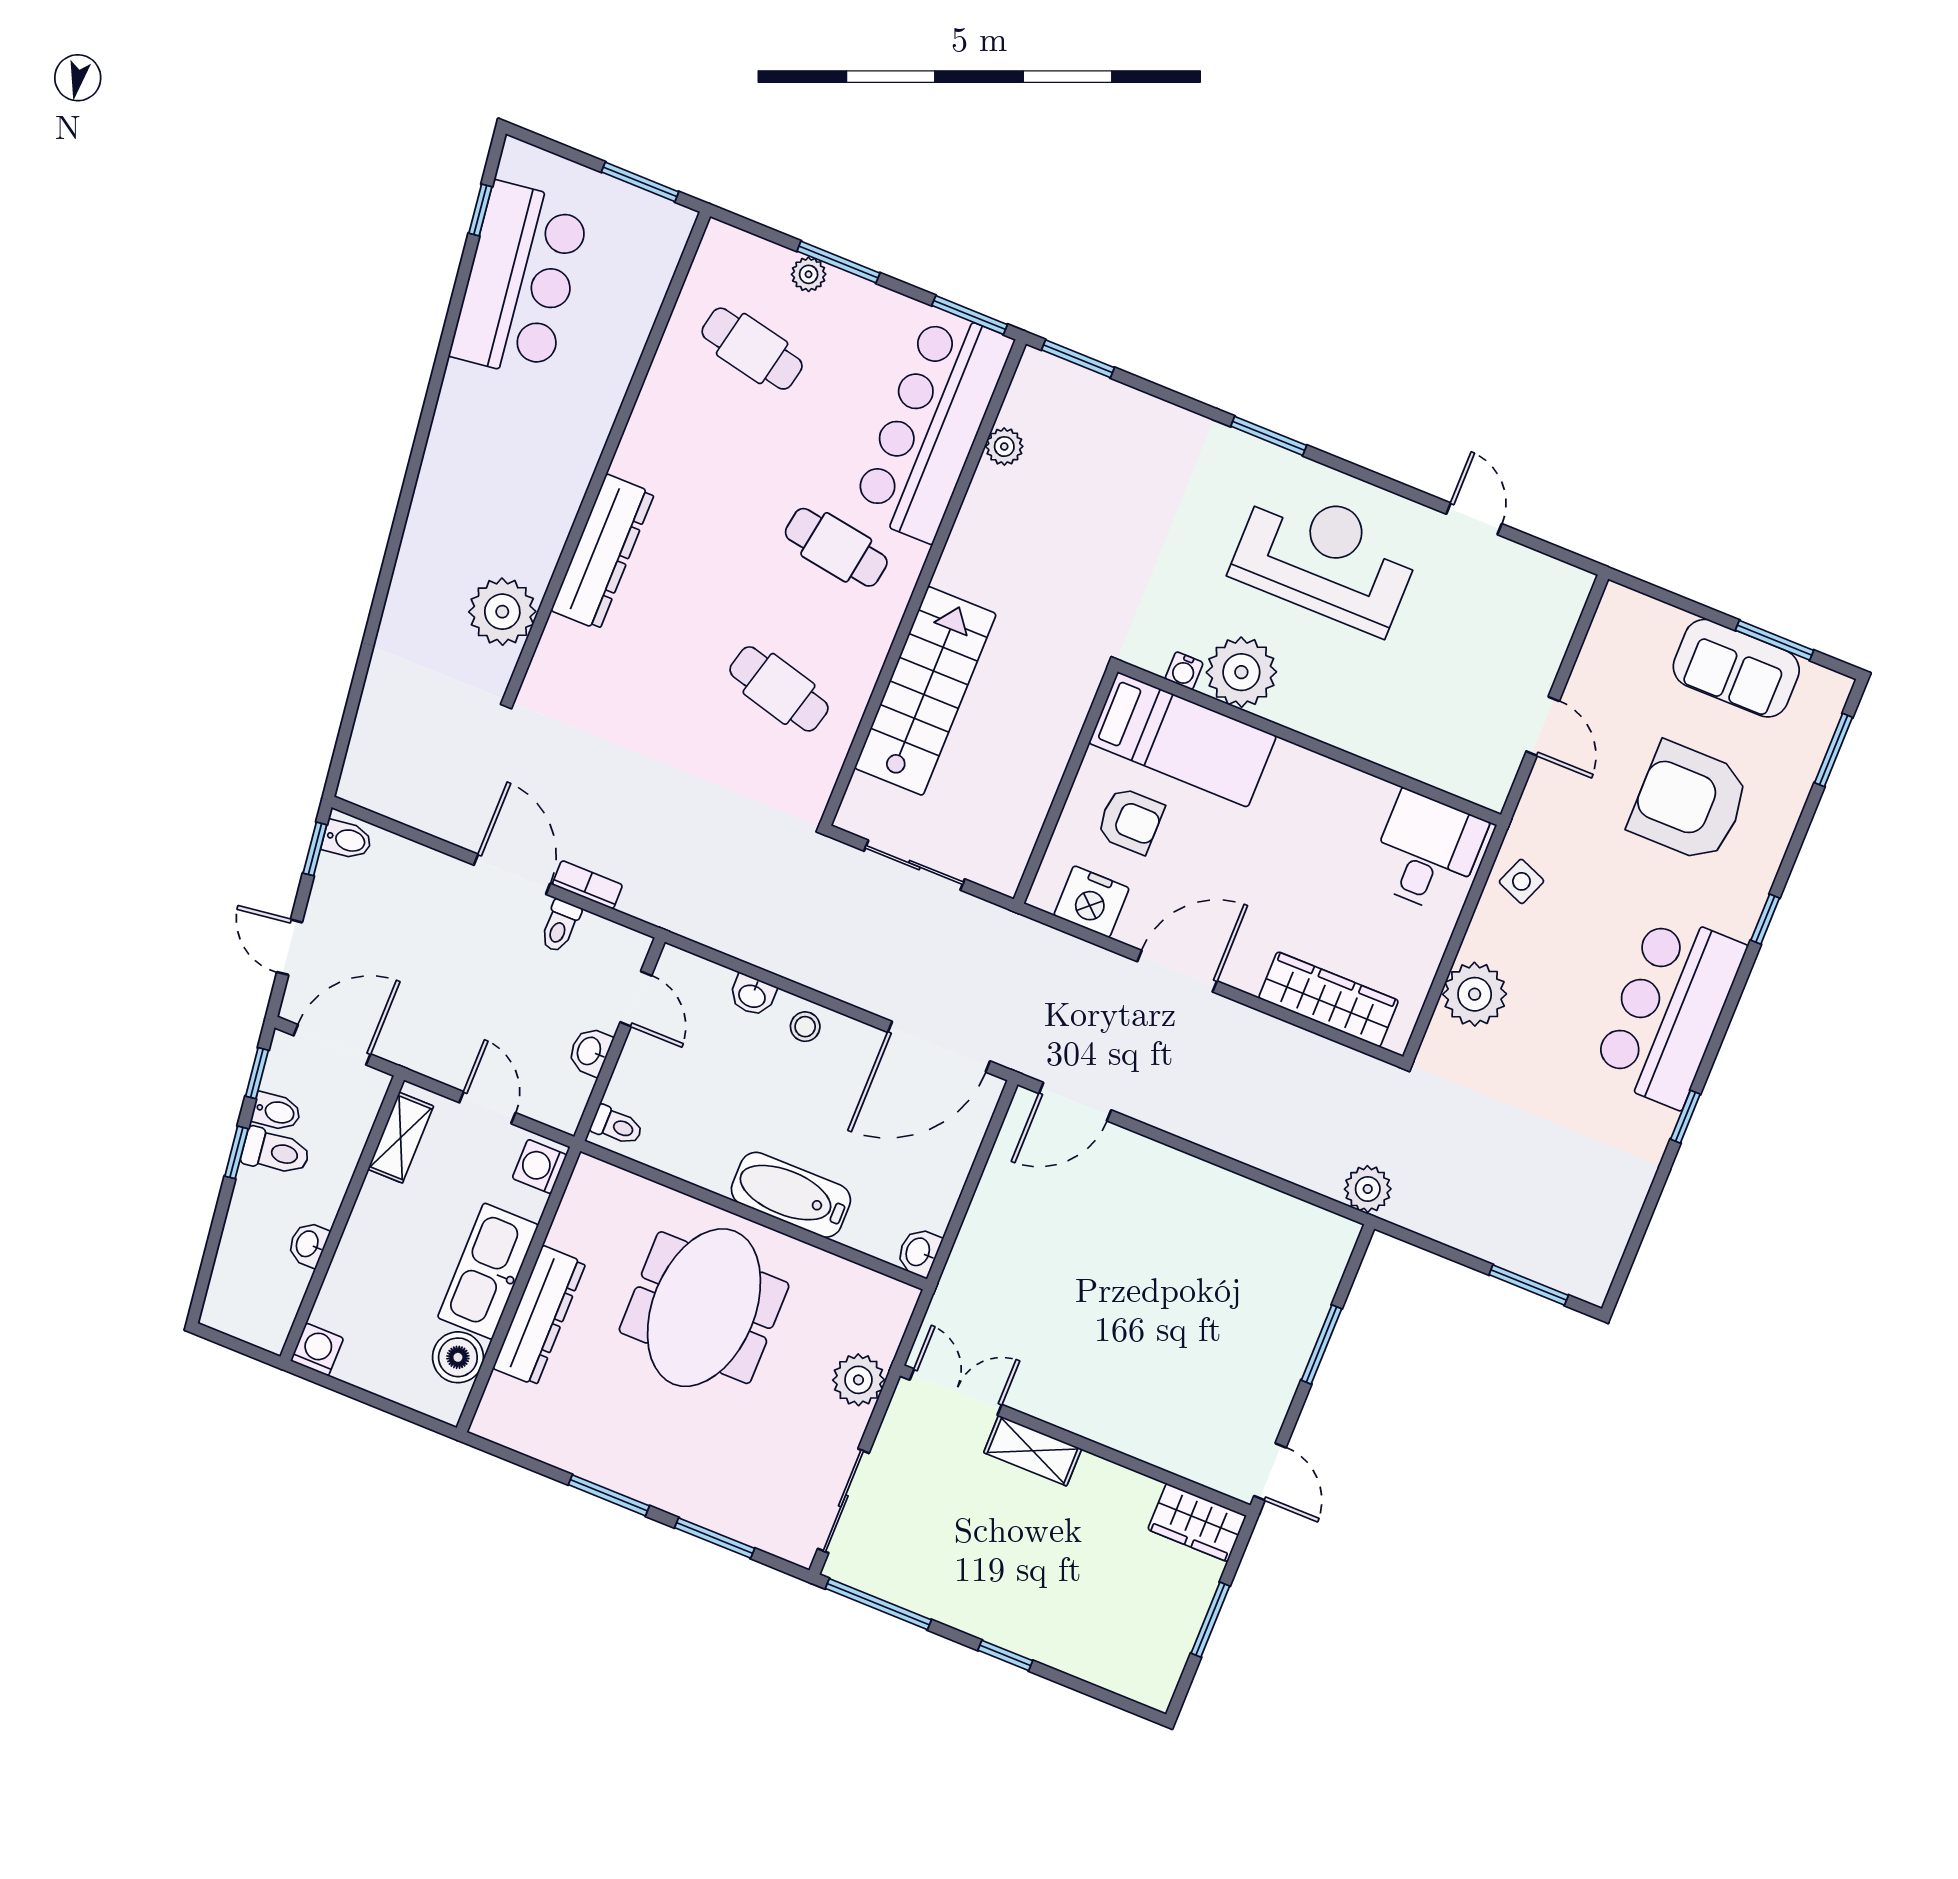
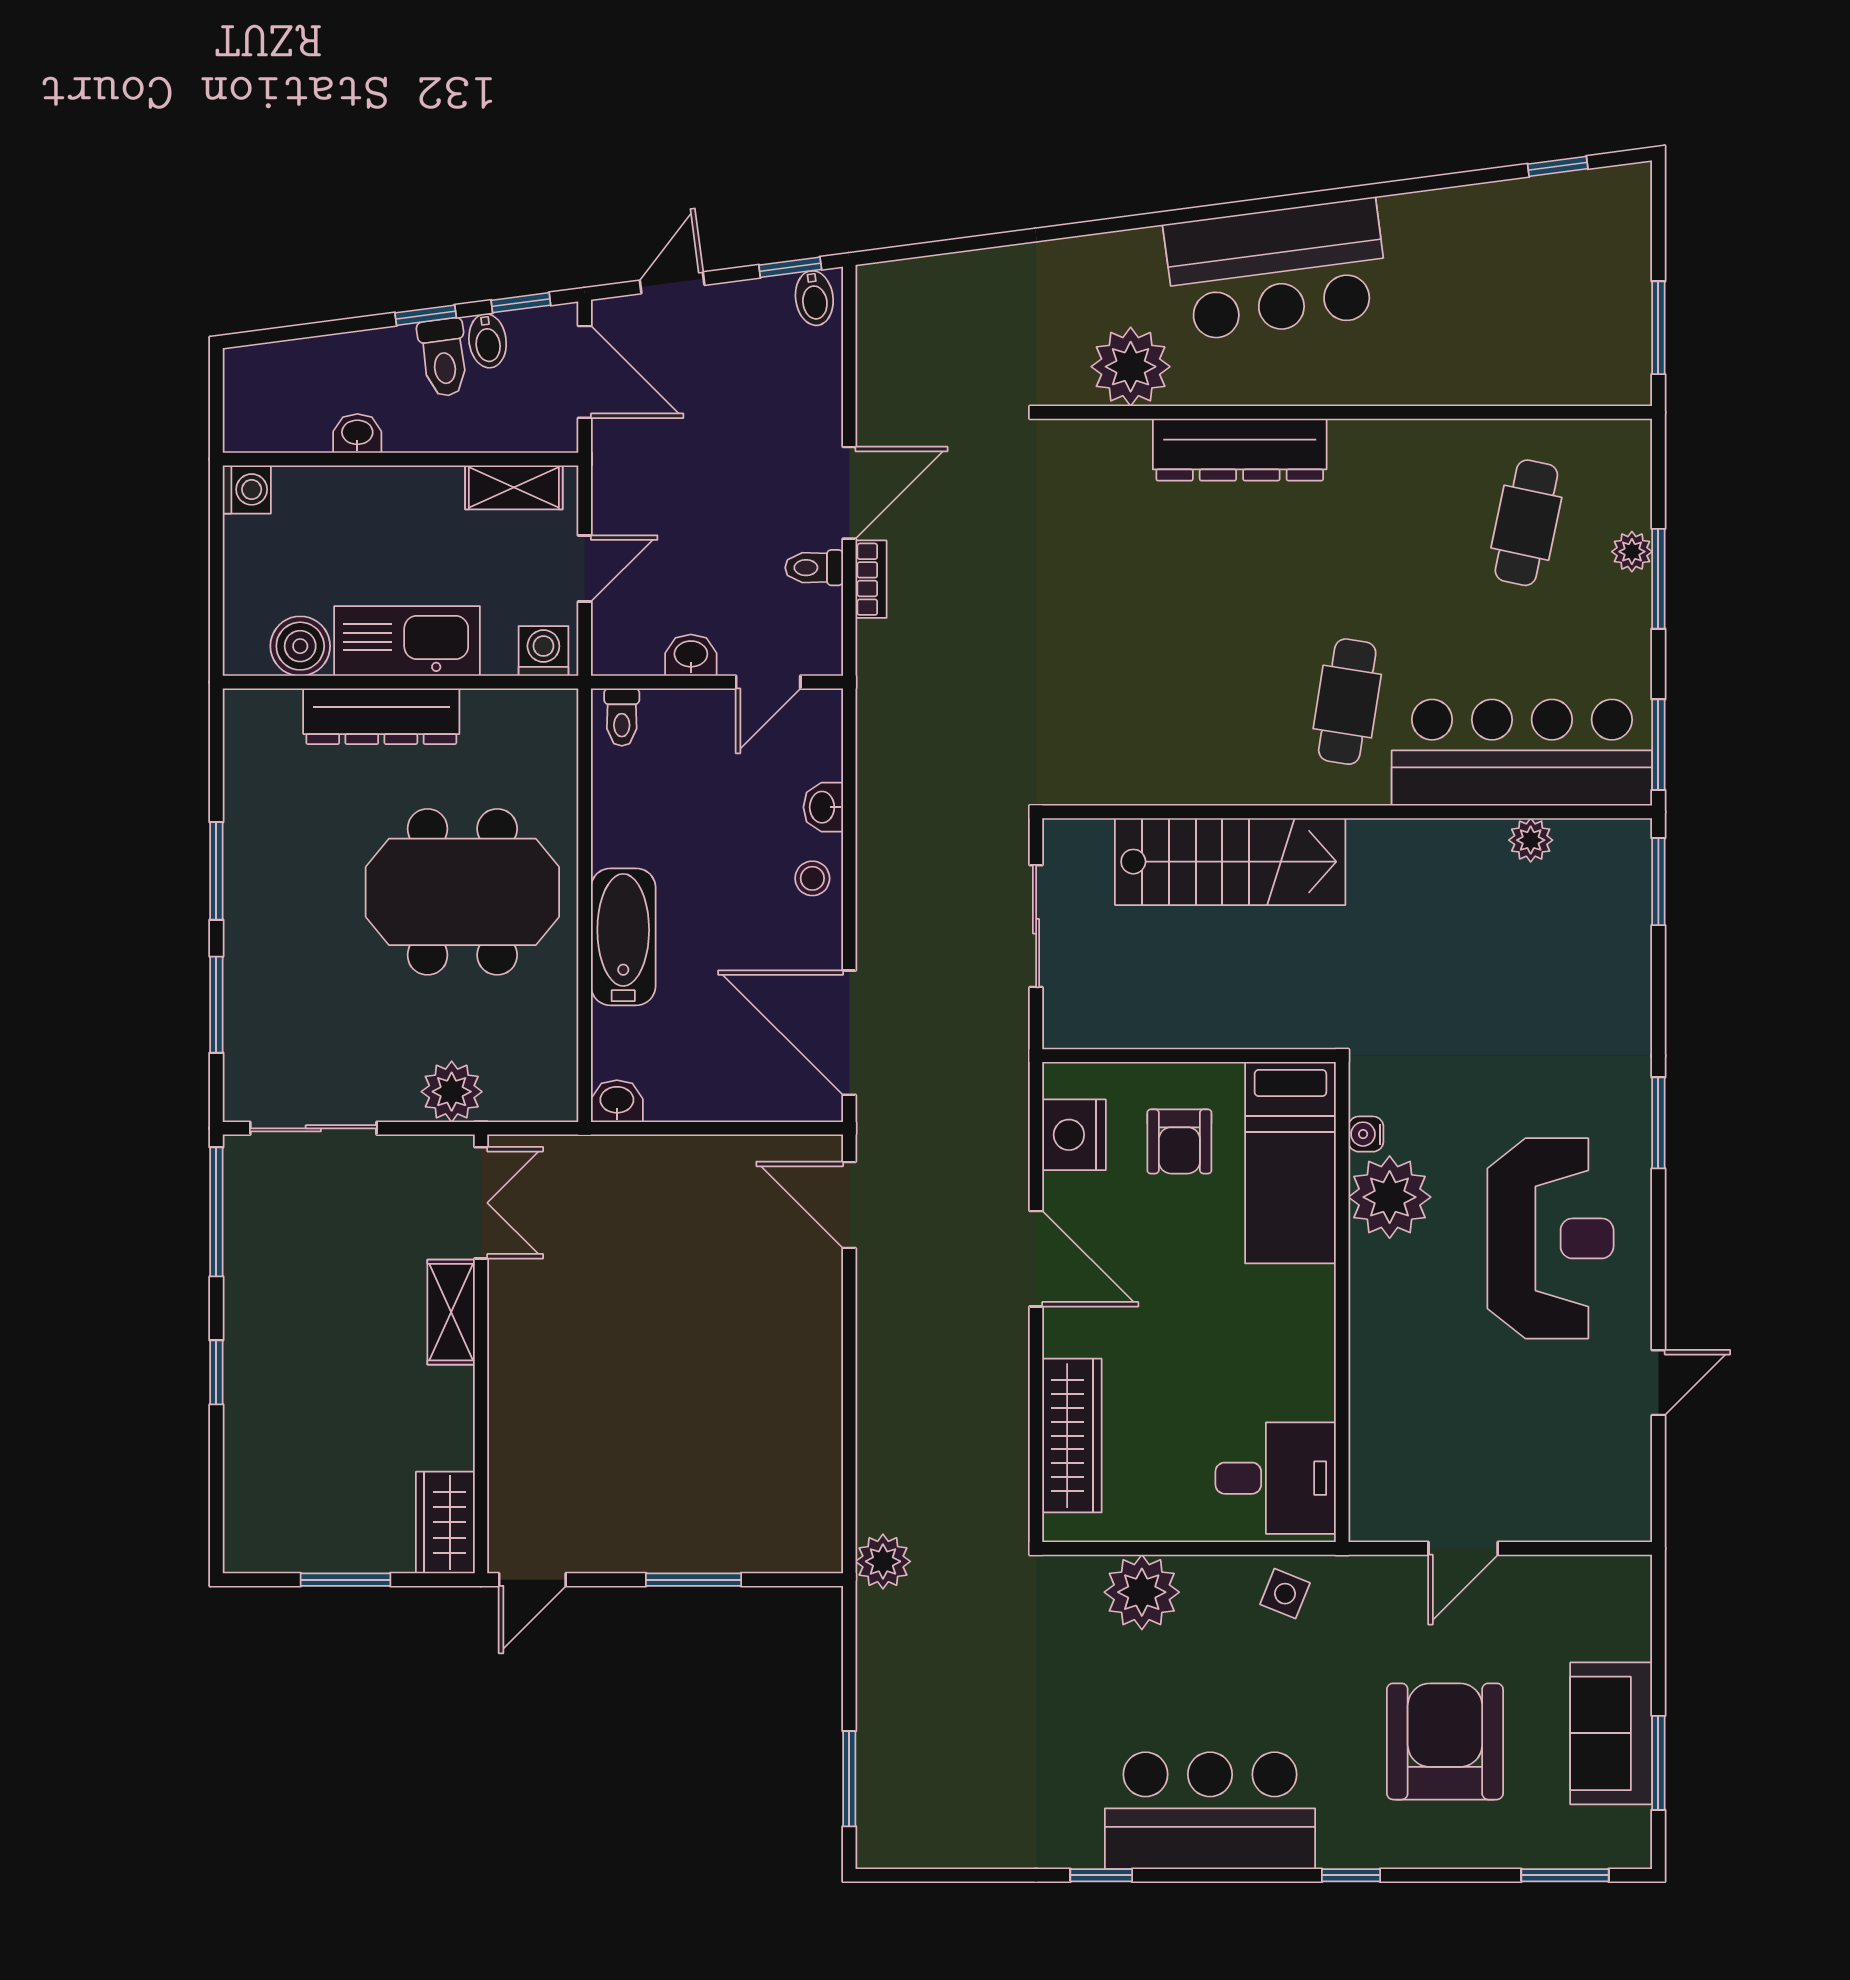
bar counter: (520, 280) -> (1277, 270), moved
cafe table: (779, 689) -> (1168, 702), removed

